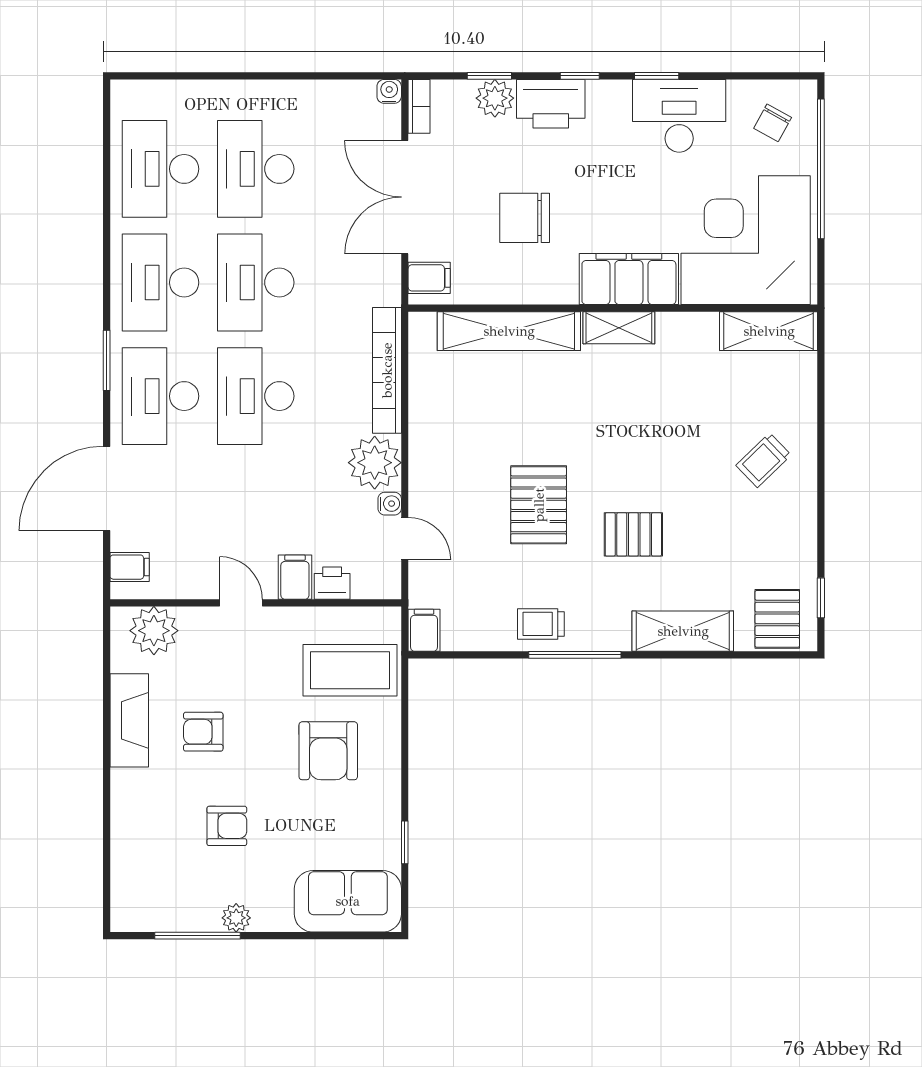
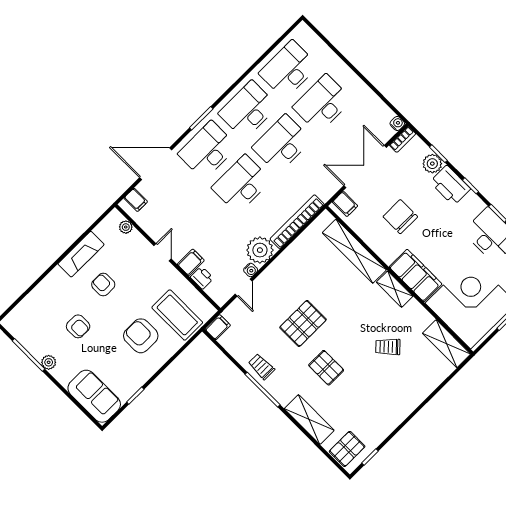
trolley: (763, 460) -> (388, 347), moved
plant: (154, 631) -> (126, 227), width x0.53, depth x0.53
armchair: (328, 751) -> (141, 336), turned 90

